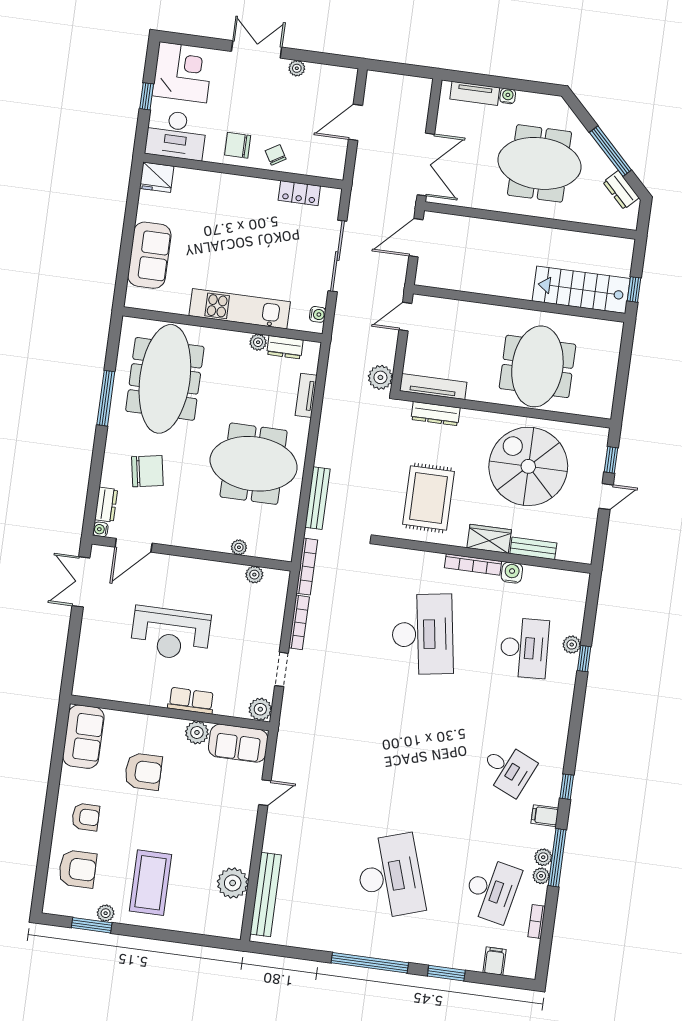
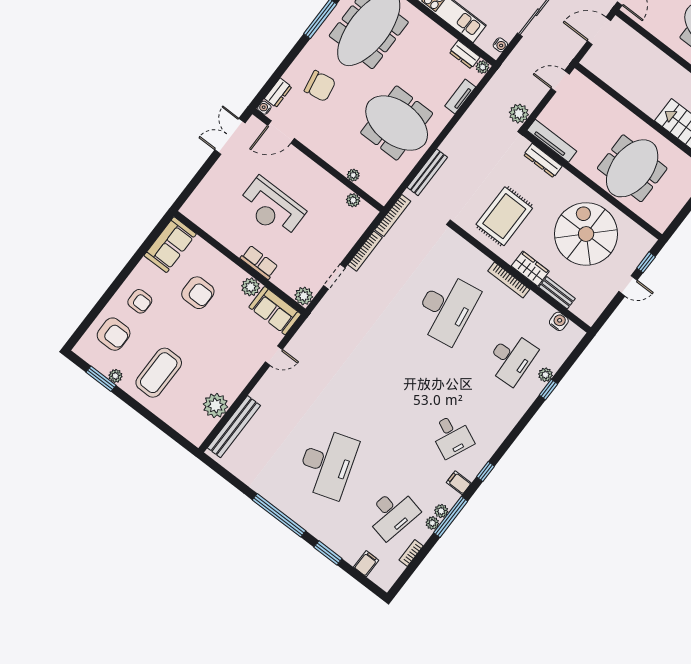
plant: (258, 342) -> (483, 67), moved
water cooler: (512, 573) -> (559, 321), moved

